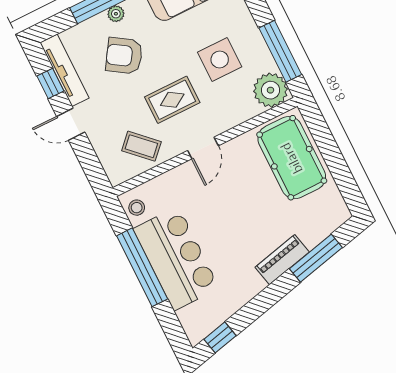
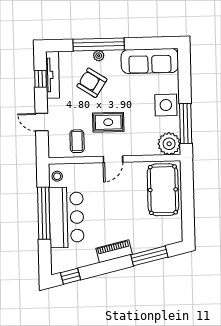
side table: (220, 59) -> (166, 105), moved
door: (71, 124) -> (42, 122), moved
coffee table: (141, 146) -> (77, 141), turned 46
piano: (282, 260) -> (114, 251), moved

